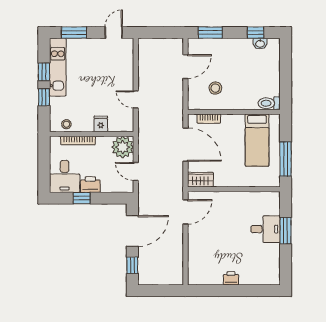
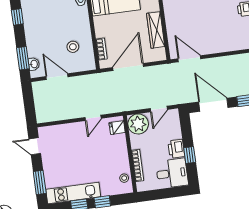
washbasin: (260, 44) -> (34, 64), moved
fridge: (101, 124) -> (117, 128), moved
wardrobe: (200, 180) -> (156, 30), moved, width x1.50

